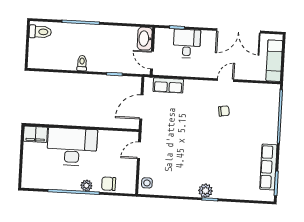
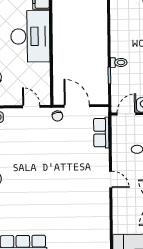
toilet: (82, 63) -> (119, 62), moved
door: (226, 80) -> (111, 180), moved
chair: (224, 111) -> (57, 116), moved

